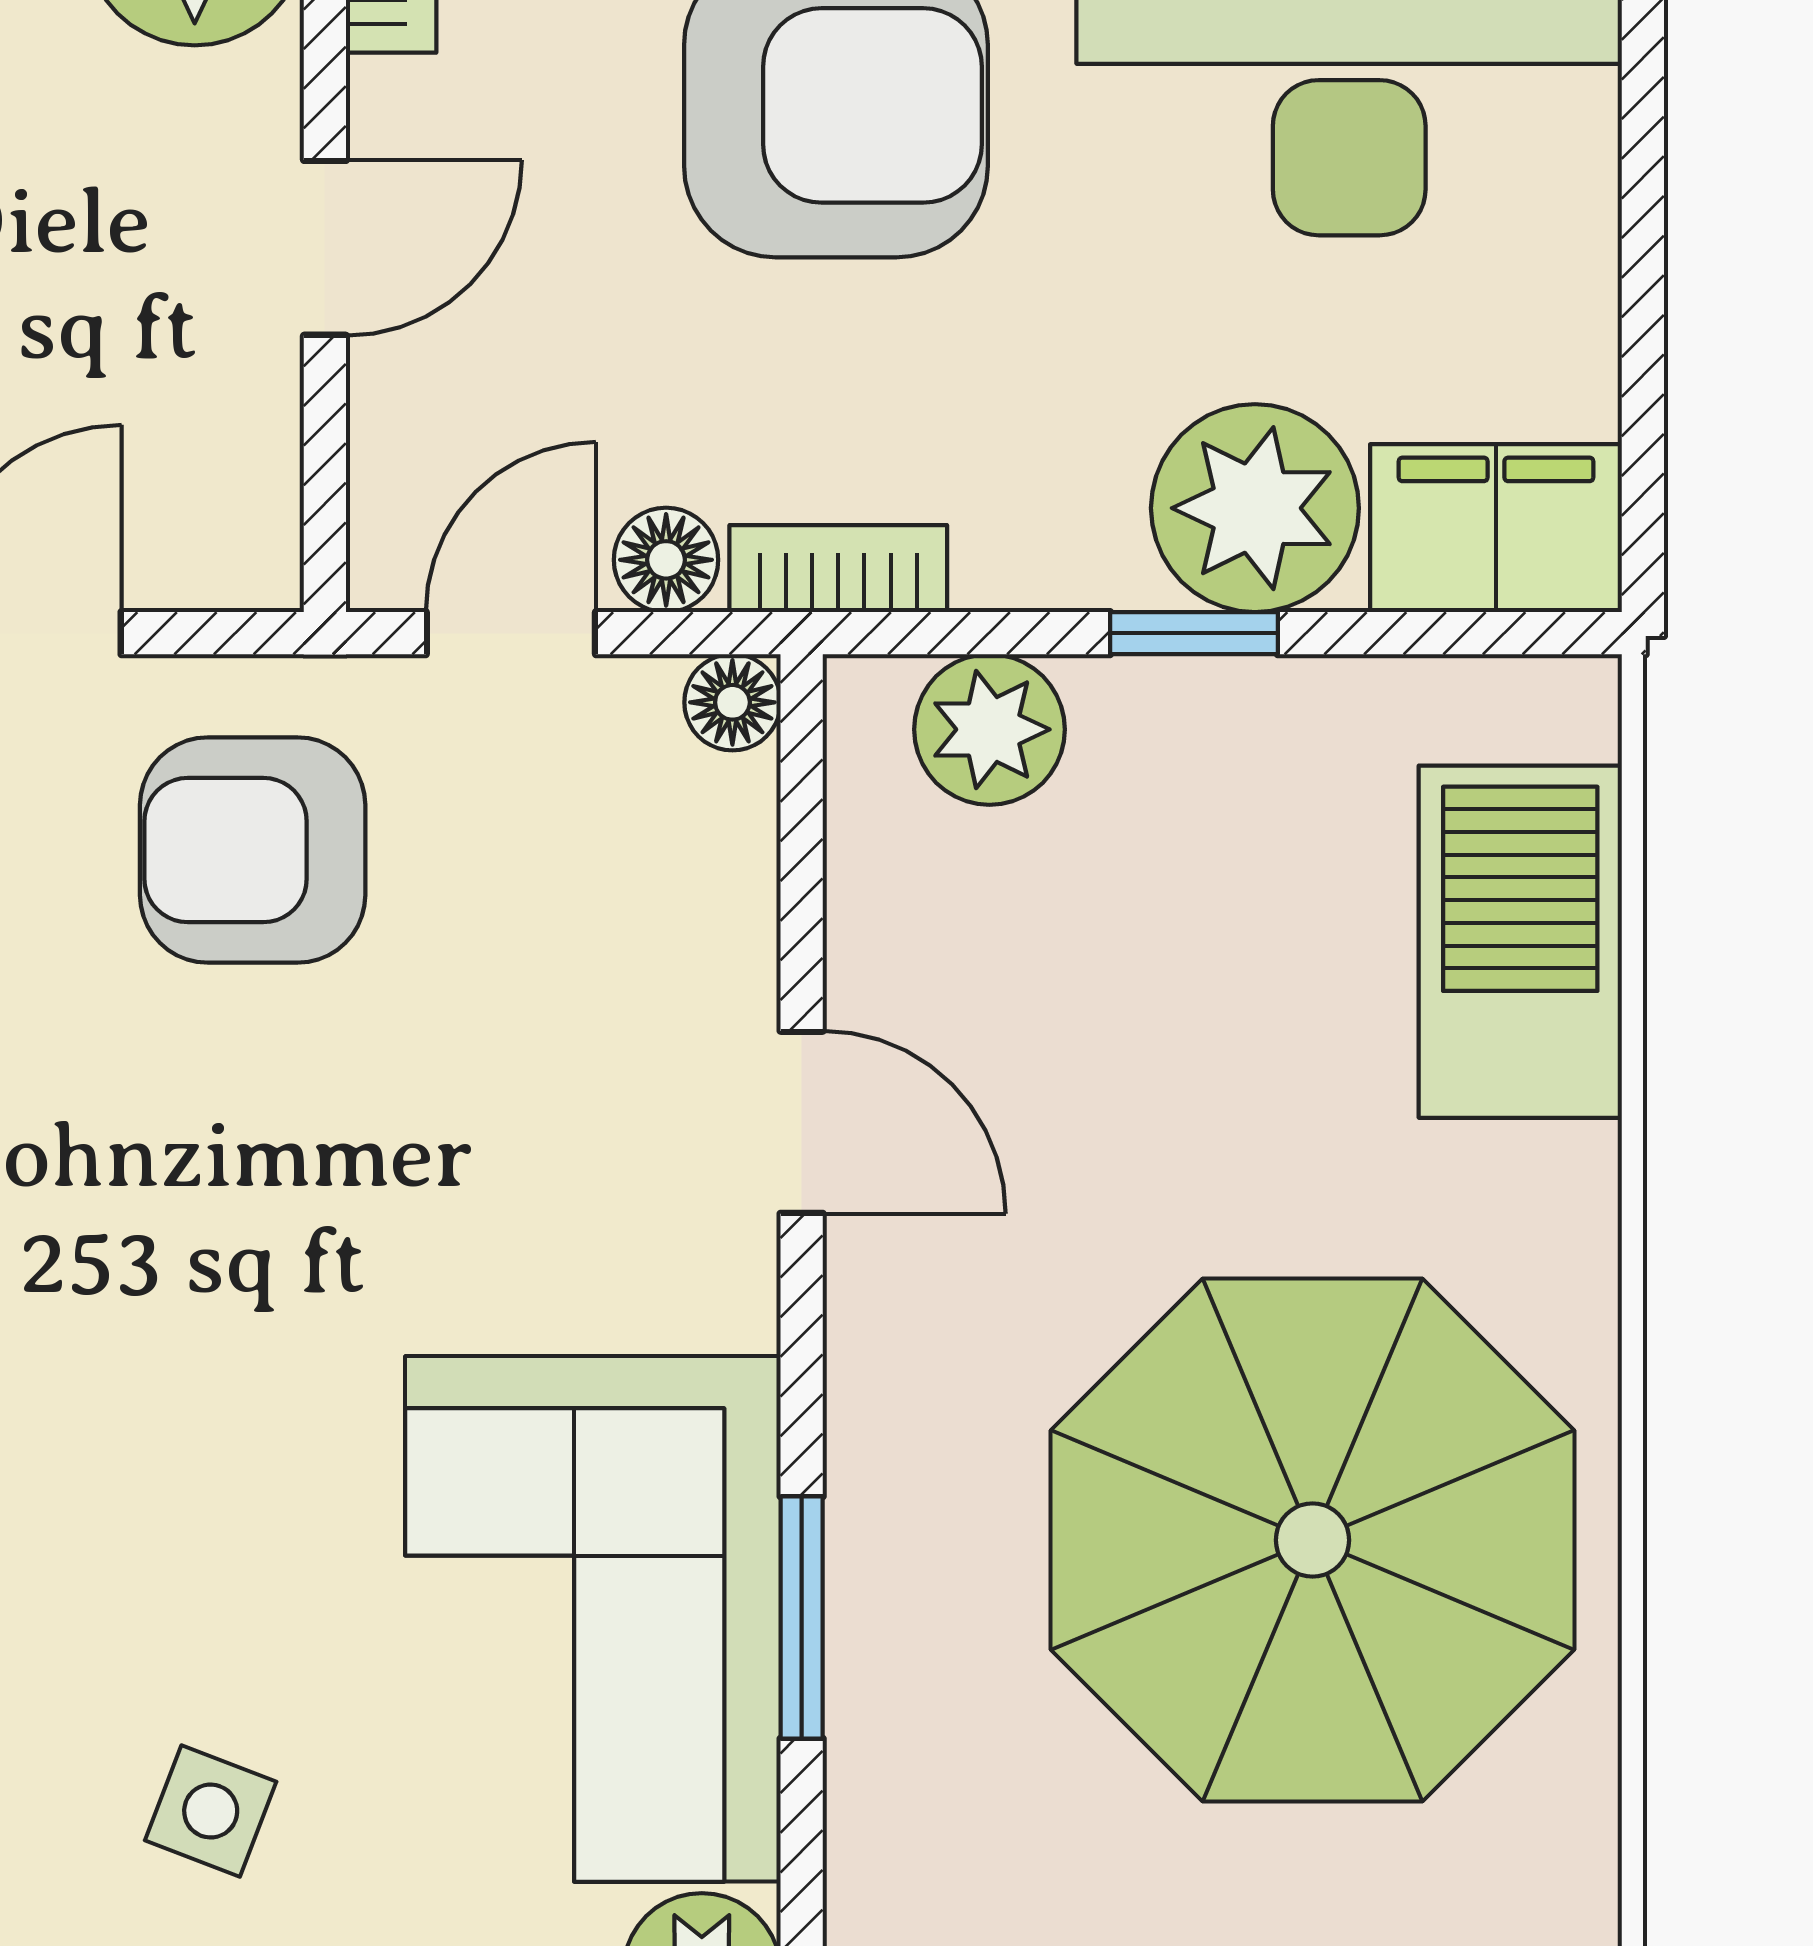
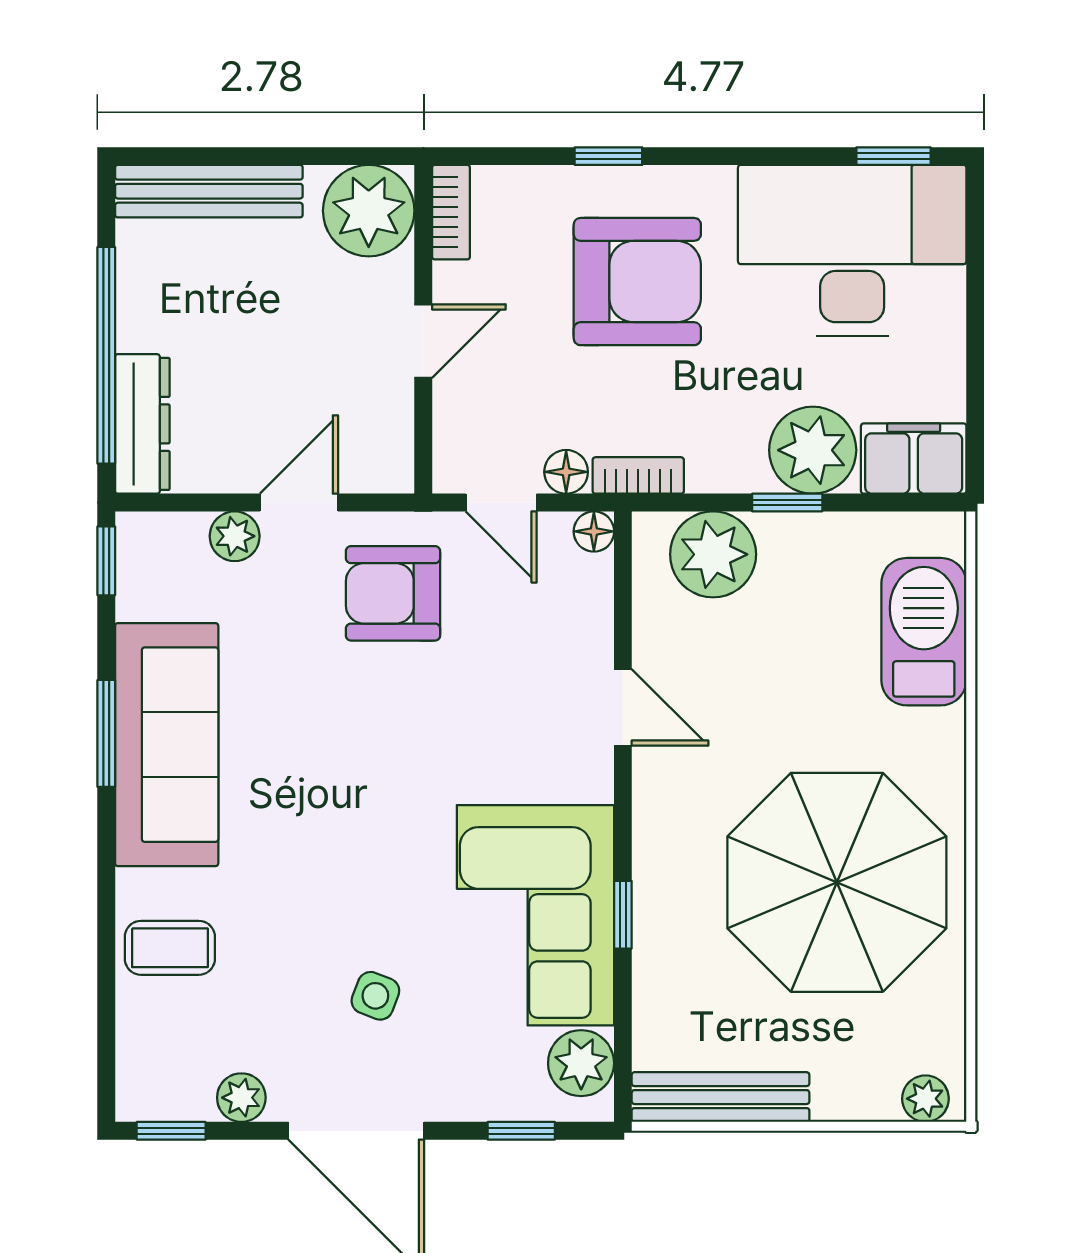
door: (511, 633) -> (501, 503), swing flipped
plant: (989, 729) -> (713, 554), width x1.36, depth x1.36
window: (802, 1617) -> (623, 915), width x0.67

